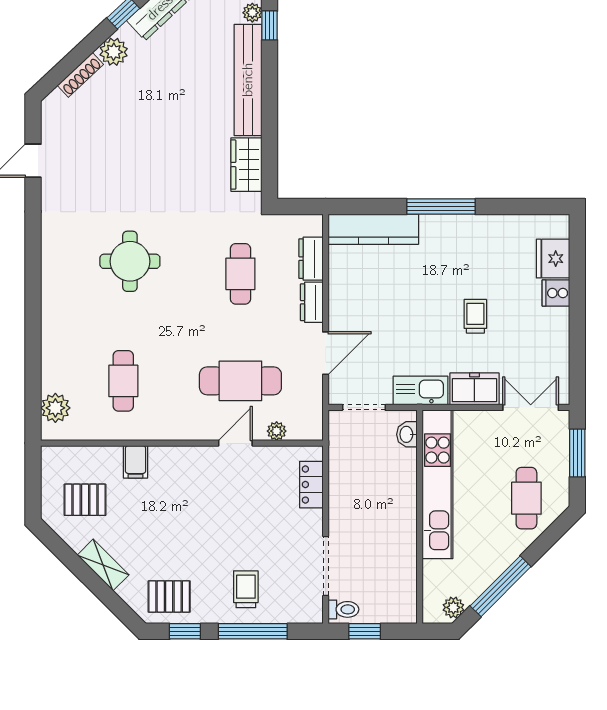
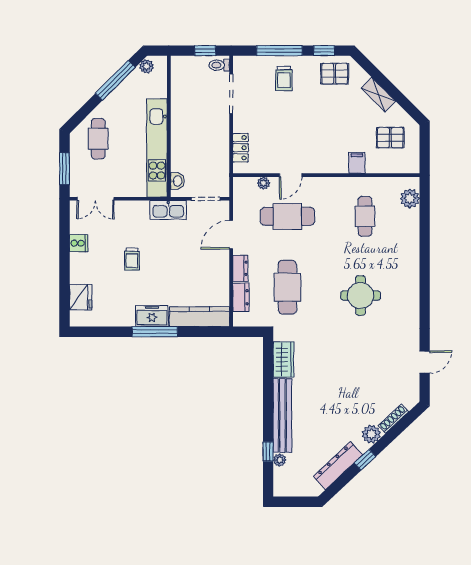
cafe table: (240, 274) -> (287, 287), width x1.37, depth x1.35
cooker: (556, 293) -> (79, 243), moved
freezer: (474, 389) -> (152, 316), moved, turned 180

